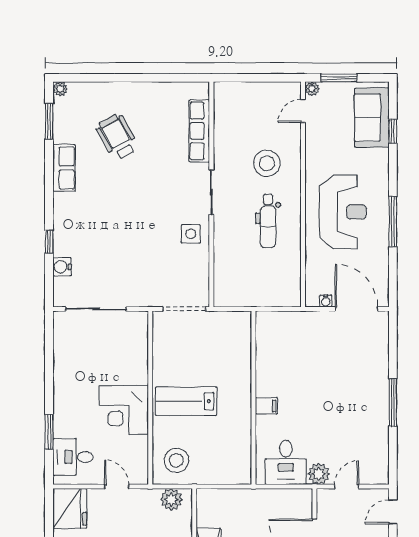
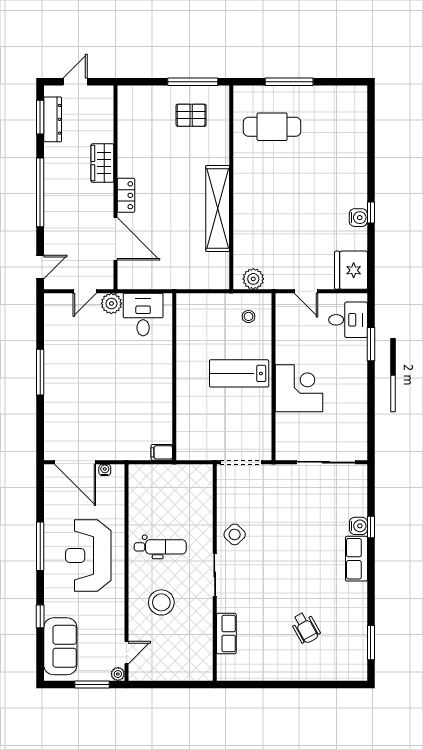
plant: (60, 89) -> (360, 674), removed
row of seats: (199, 131) -> (226, 634), width x0.68
window: (393, 131) -> (40, 616), moved
wheelchair: (117, 137) -> (305, 628), width x0.73, depth x0.73
row of seats: (64, 168) -> (356, 559), moved
dental chair: (268, 221) -> (160, 547), turned 90
side table: (191, 234) -> (235, 534), turned 45
water cooler: (62, 267) -> (358, 526), moved
lab bench: (186, 401) -> (239, 373), turned 180
filing cabinet: (266, 406) -> (162, 452), moved
corner desk: (124, 410) -> (299, 388), moved
stool: (176, 460) -> (249, 316), width x0.53, depth x0.53

